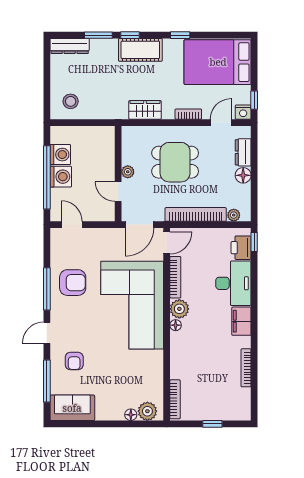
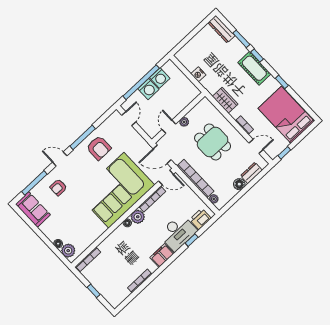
stool: (71, 101) -> (193, 57), removed
nightstand: (243, 112) -> (198, 74), moved
window: (254, 242) -> (192, 240), moved

